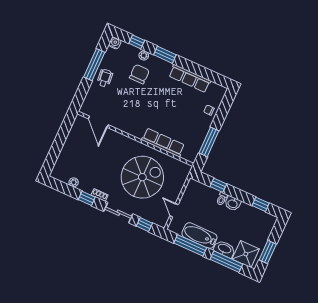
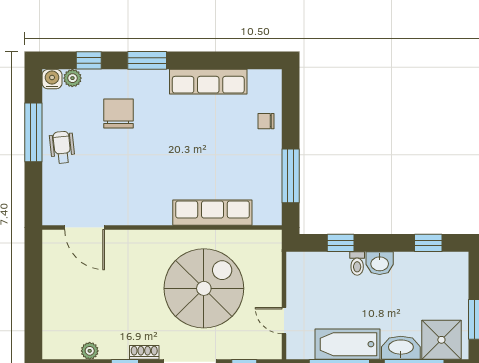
plant: (144, 55) -> (72, 78), moved

